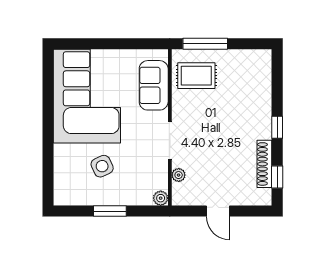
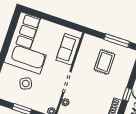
window: (205, 44) -> (117, 41), moved
rug: (196, 76) -> (104, 62), moved, turned 90

